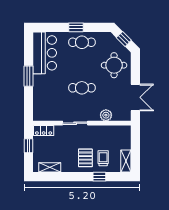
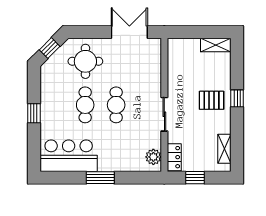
cafe table: (82, 42) -> (85, 105), moved
plant: (106, 115) -> (153, 157), moved
trolley: (103, 158) -> (212, 76), removed
window: (99, 177) -> (237, 98), moved

